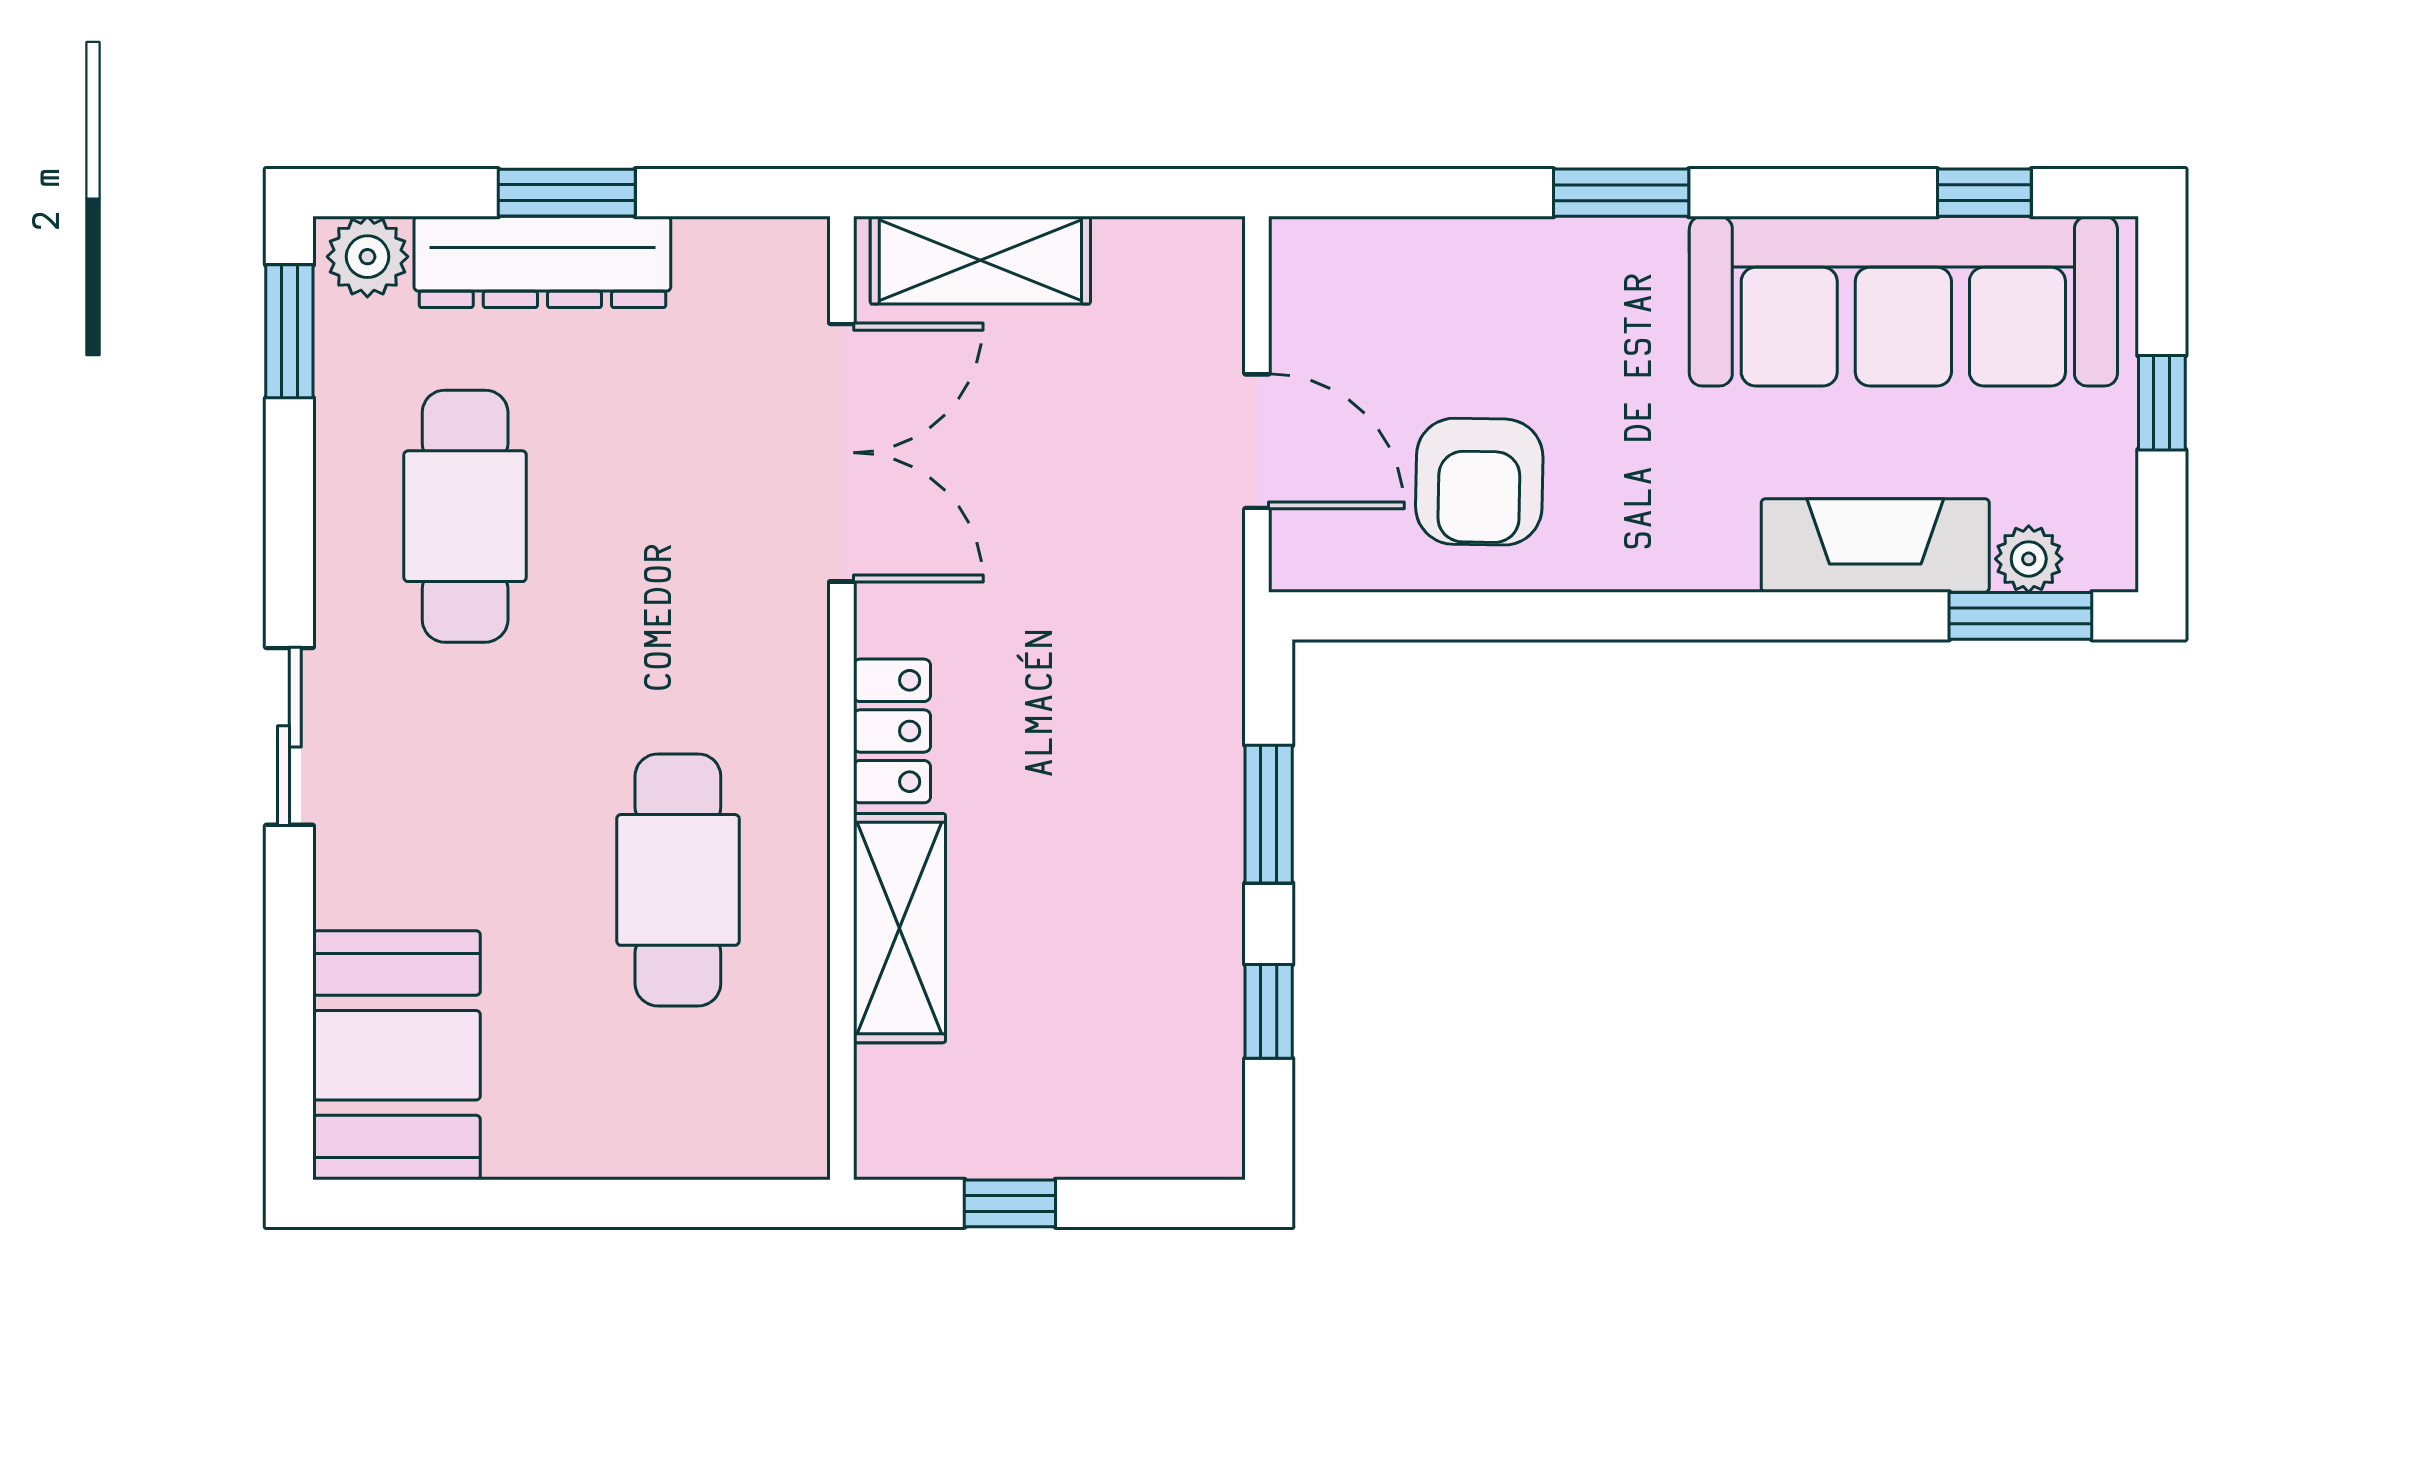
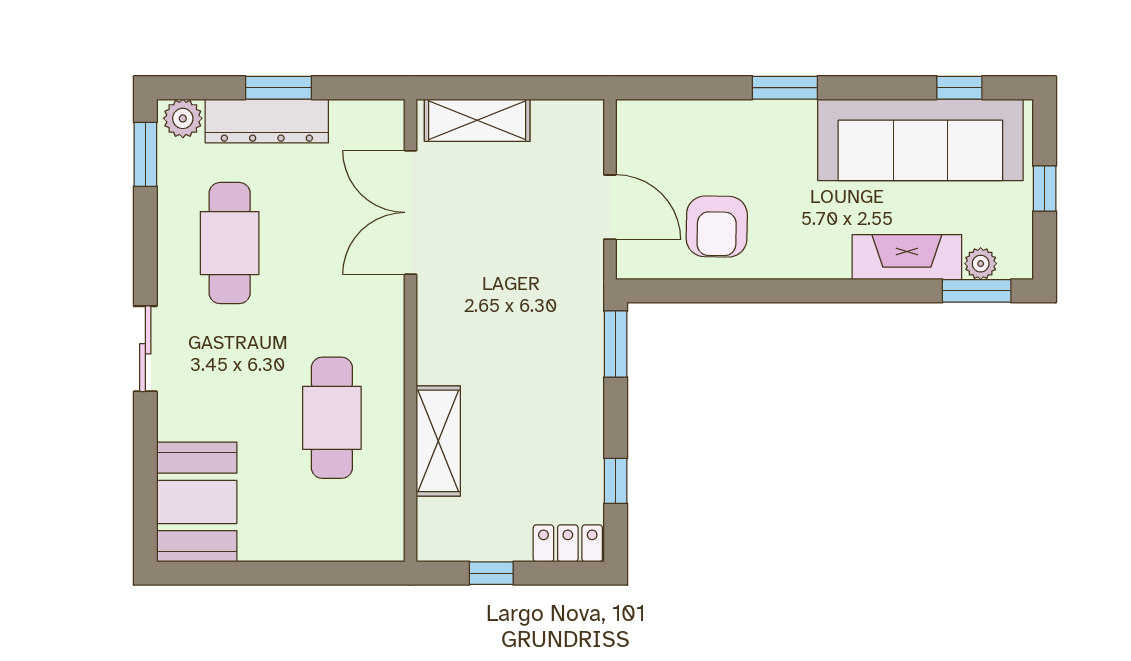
double door: (842, 453) -> (411, 212), swing flipped
locker: (892, 731) -> (568, 543), moved, turned -90
window: (1269, 814) -> (616, 344), moved

